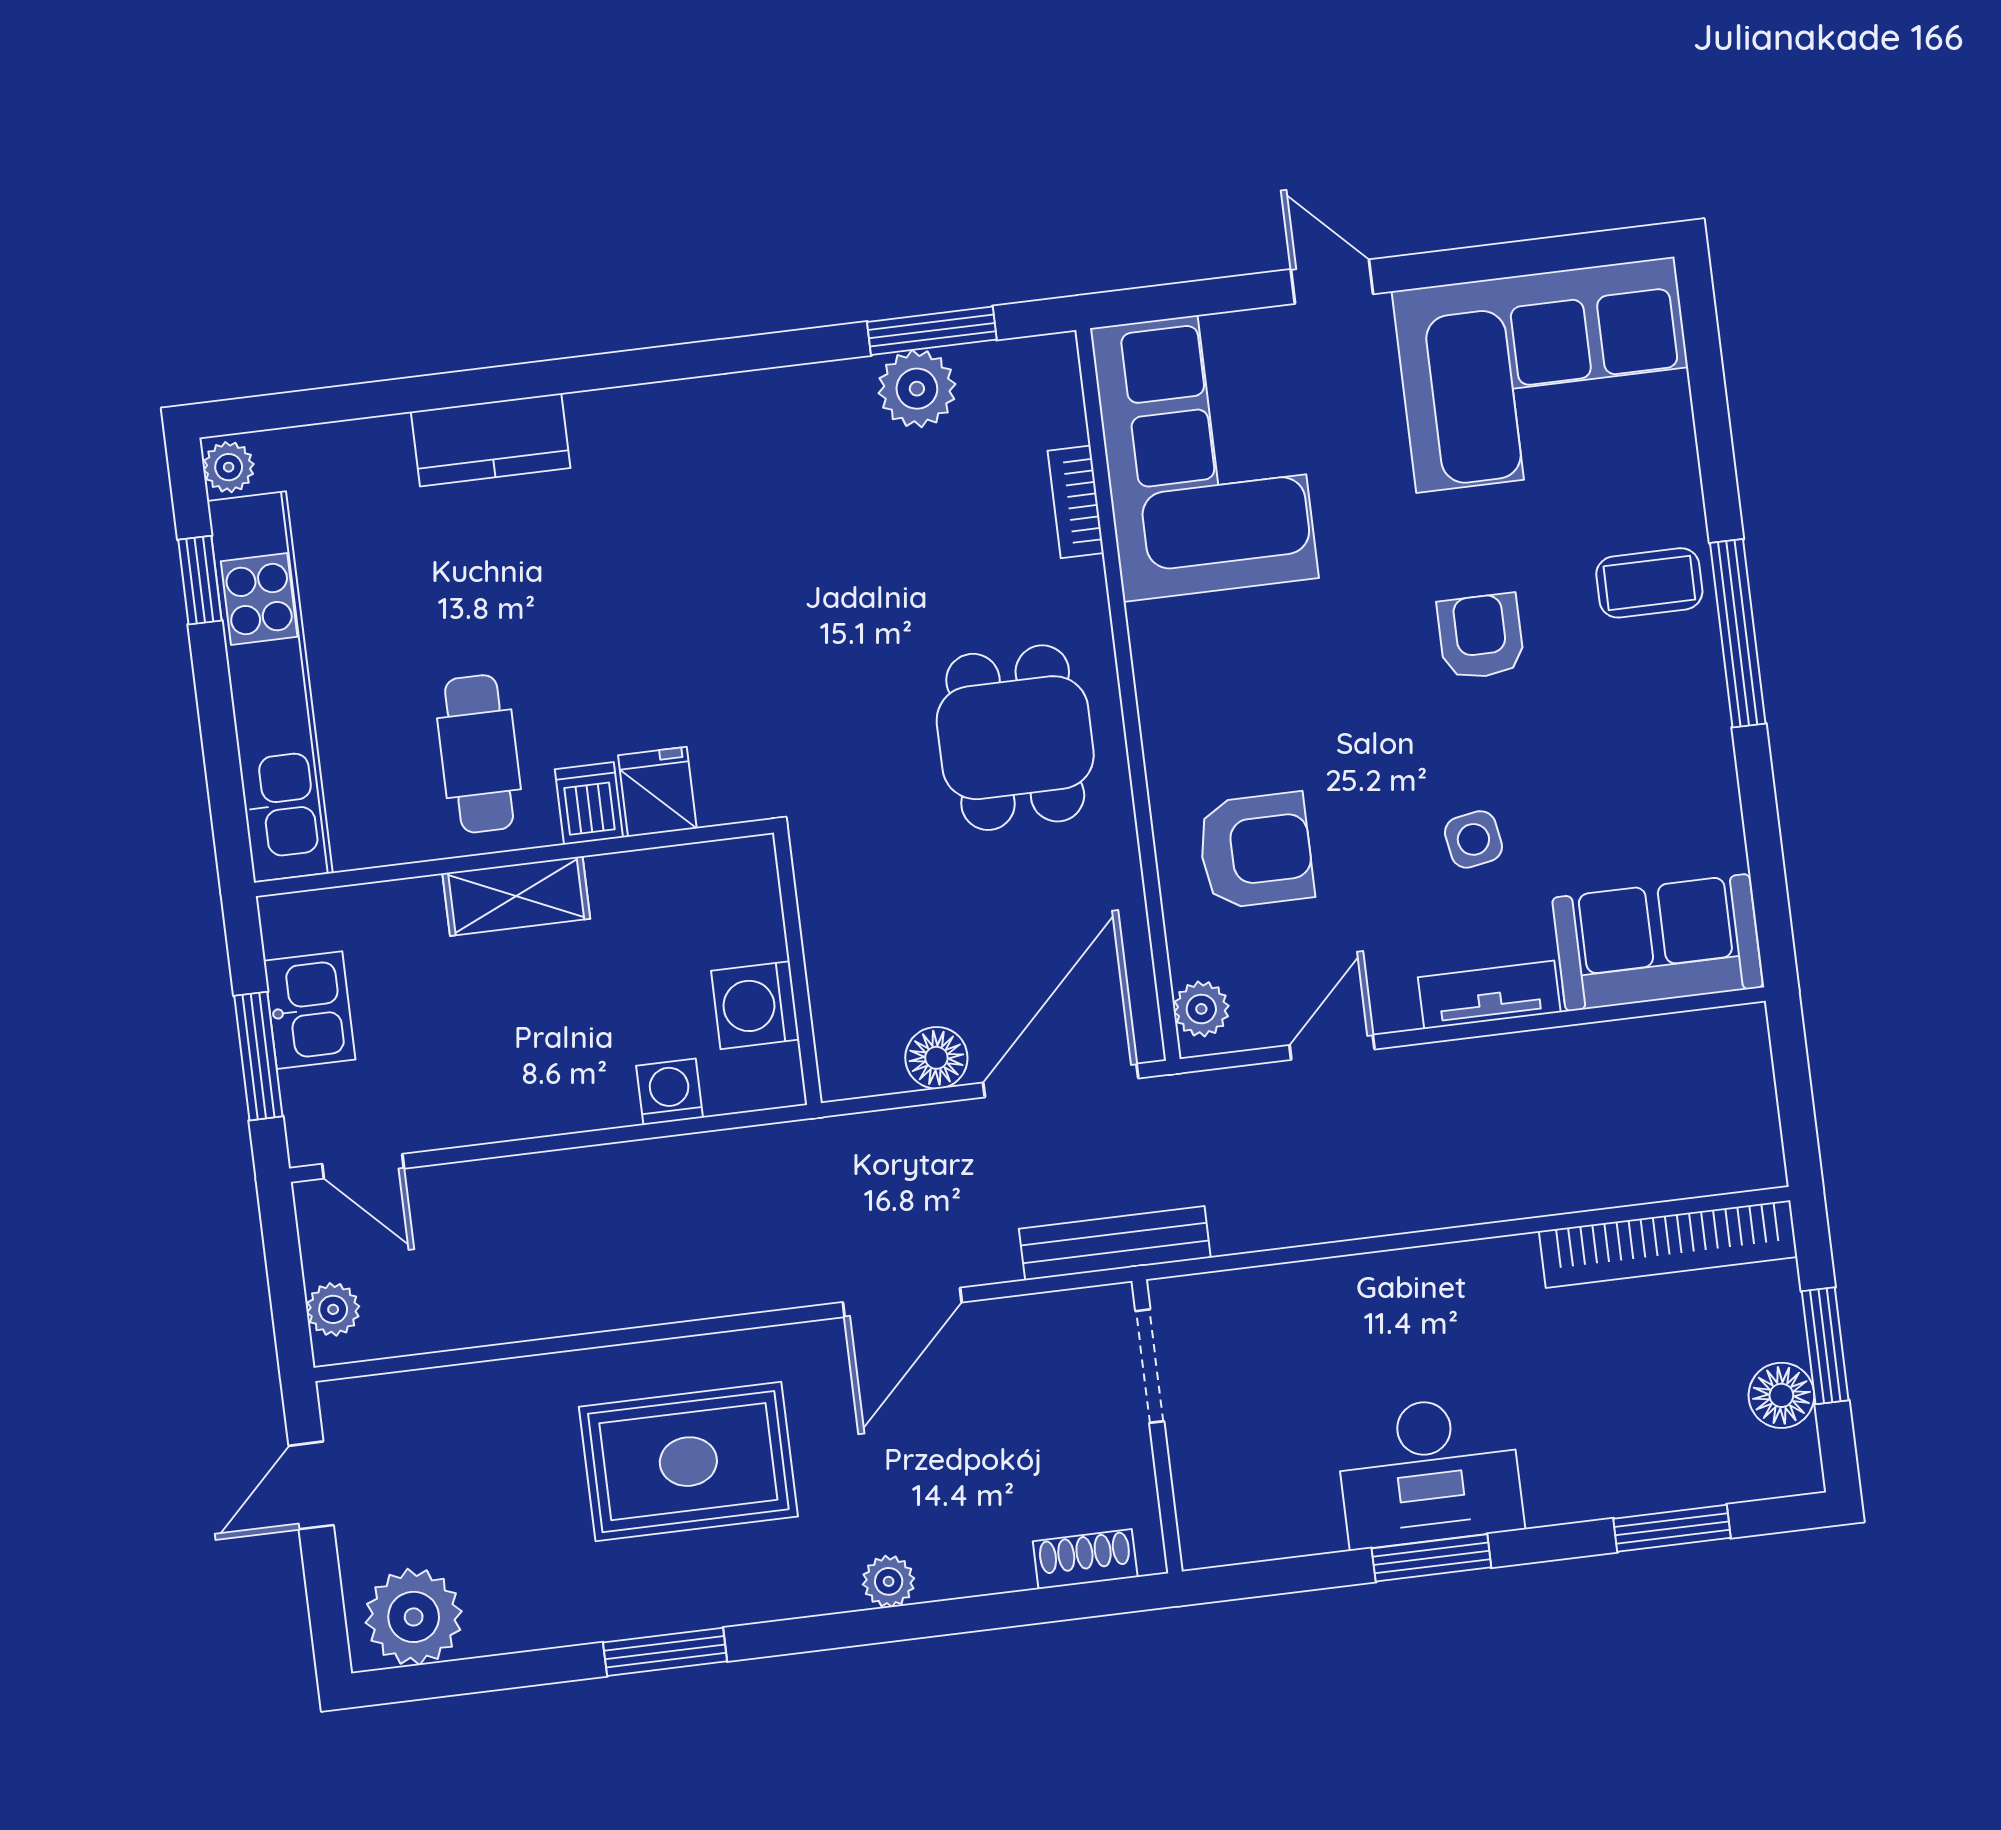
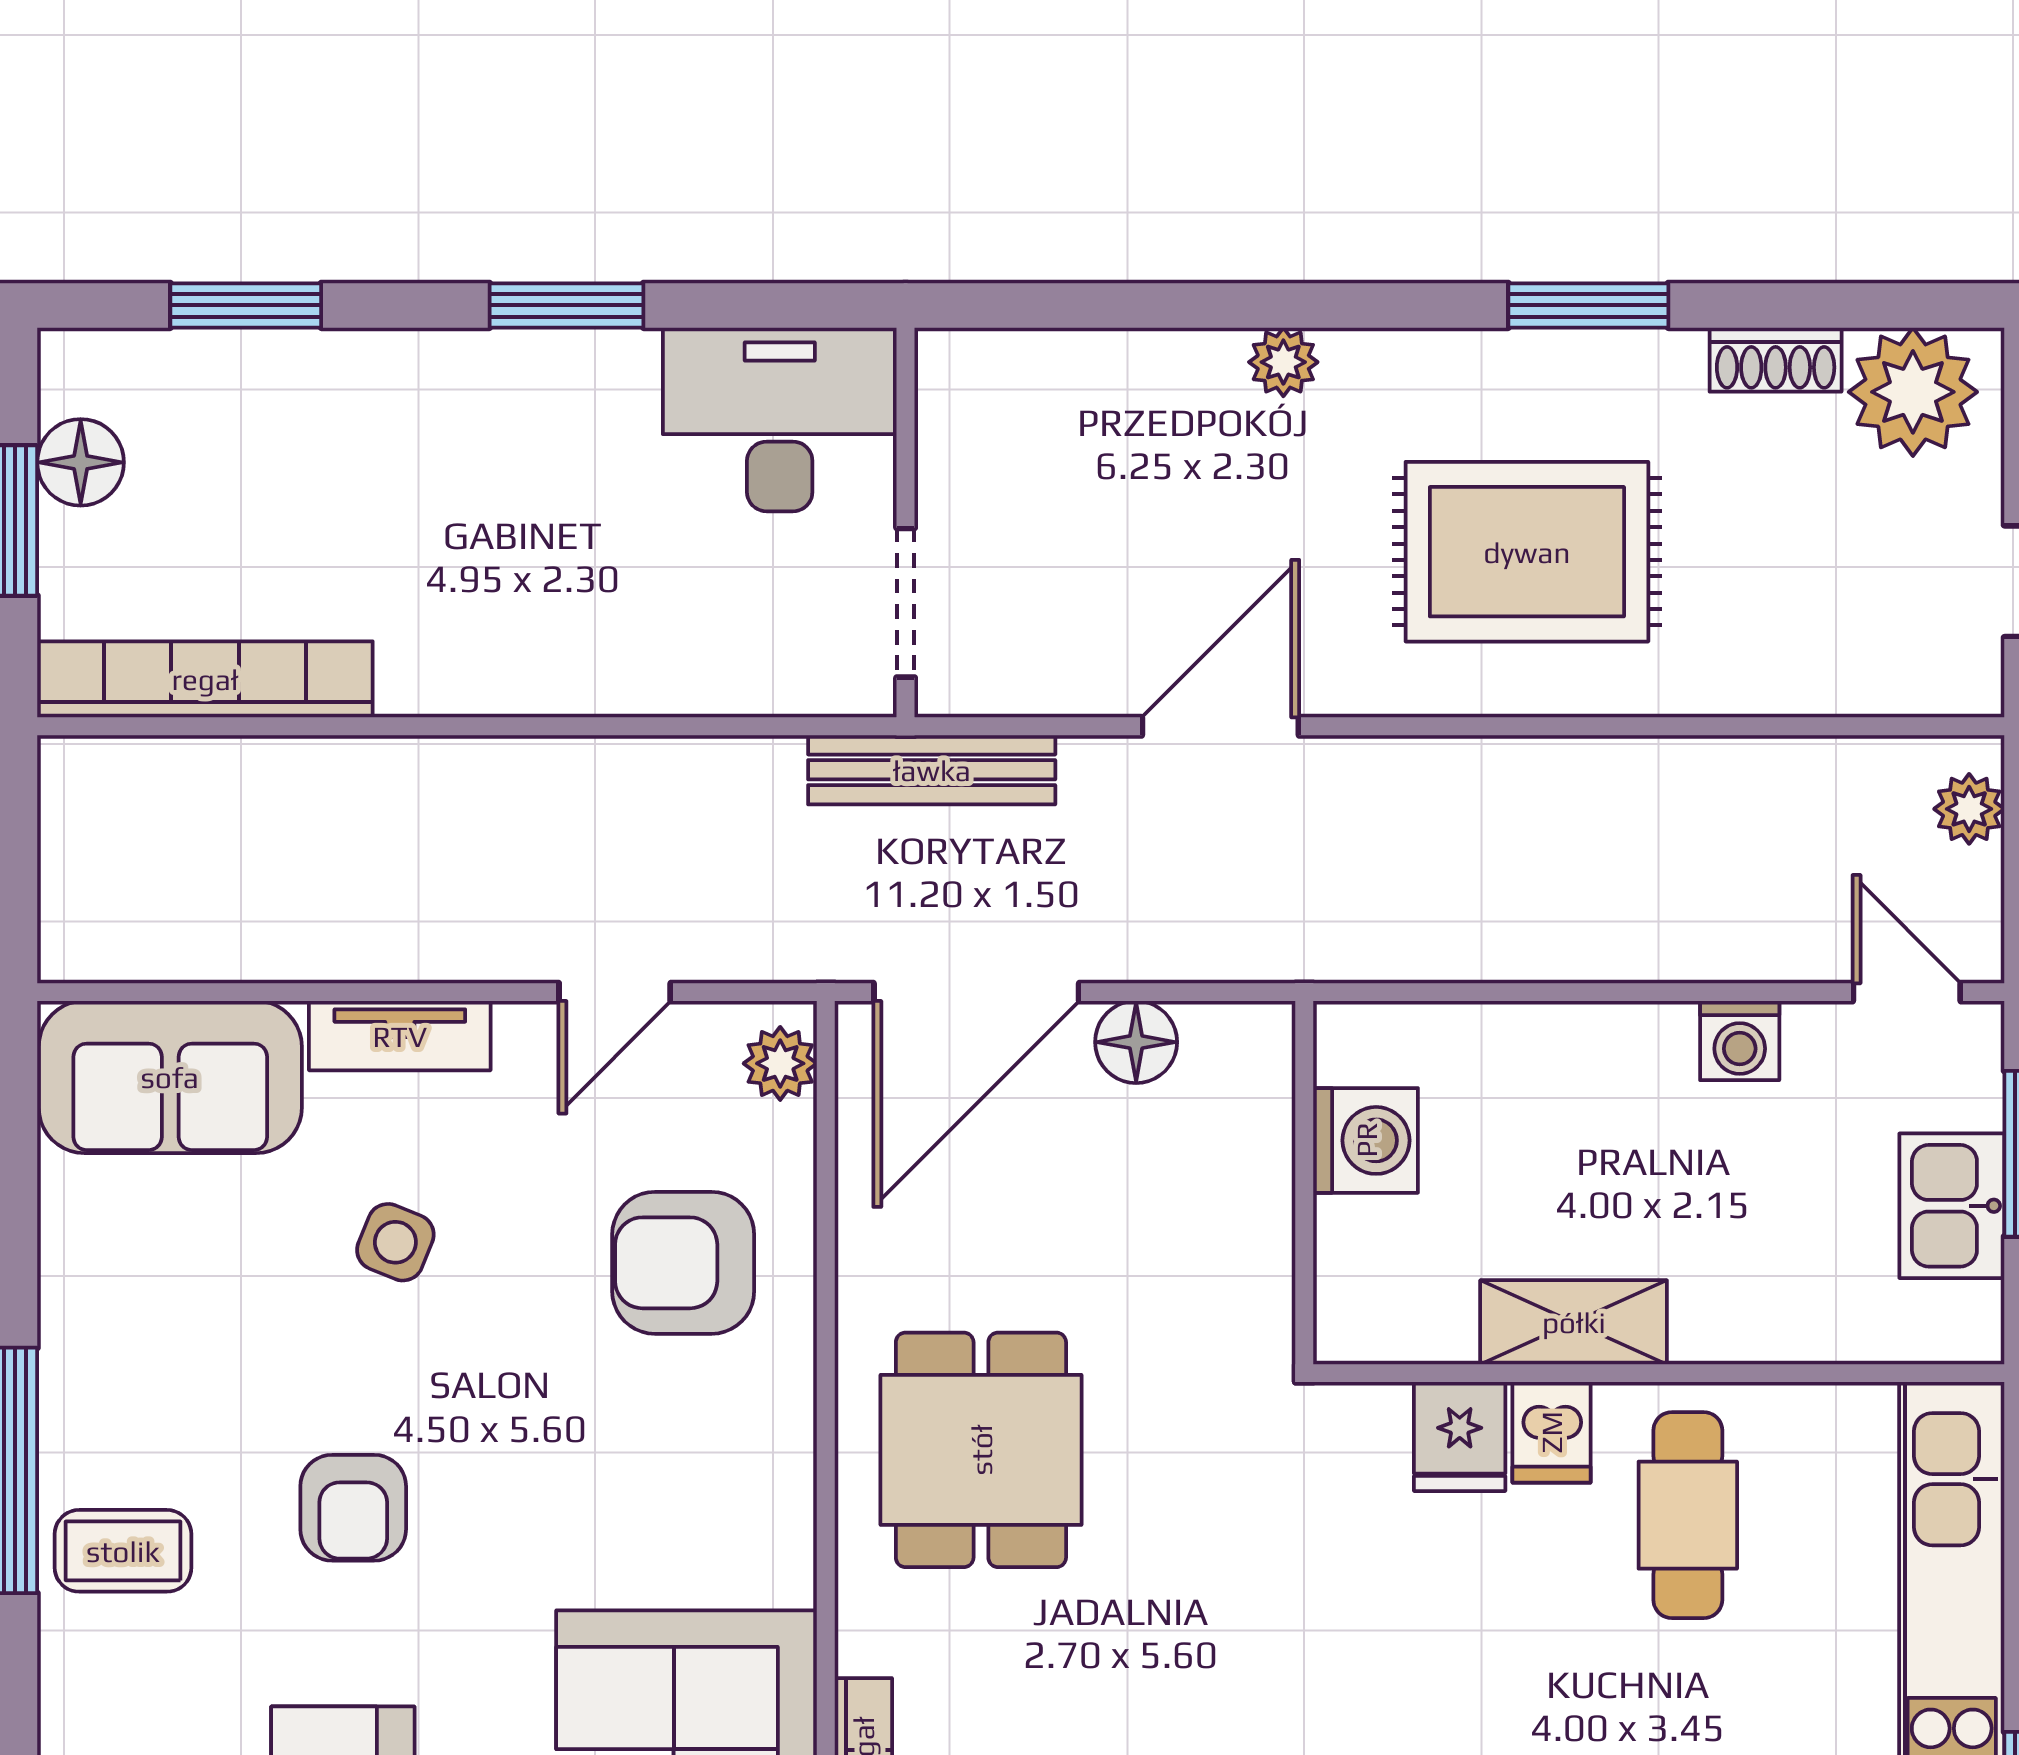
side table: (1473, 839) -> (395, 1242), turned 32
shelving: (516, 896) -> (1574, 1322), moved
washing machine: (670, 1092) -> (1740, 1041), moved
desk: (1429, 1471) -> (780, 419), moved
shoe rack: (1085, 1559) -> (1776, 360), moved

